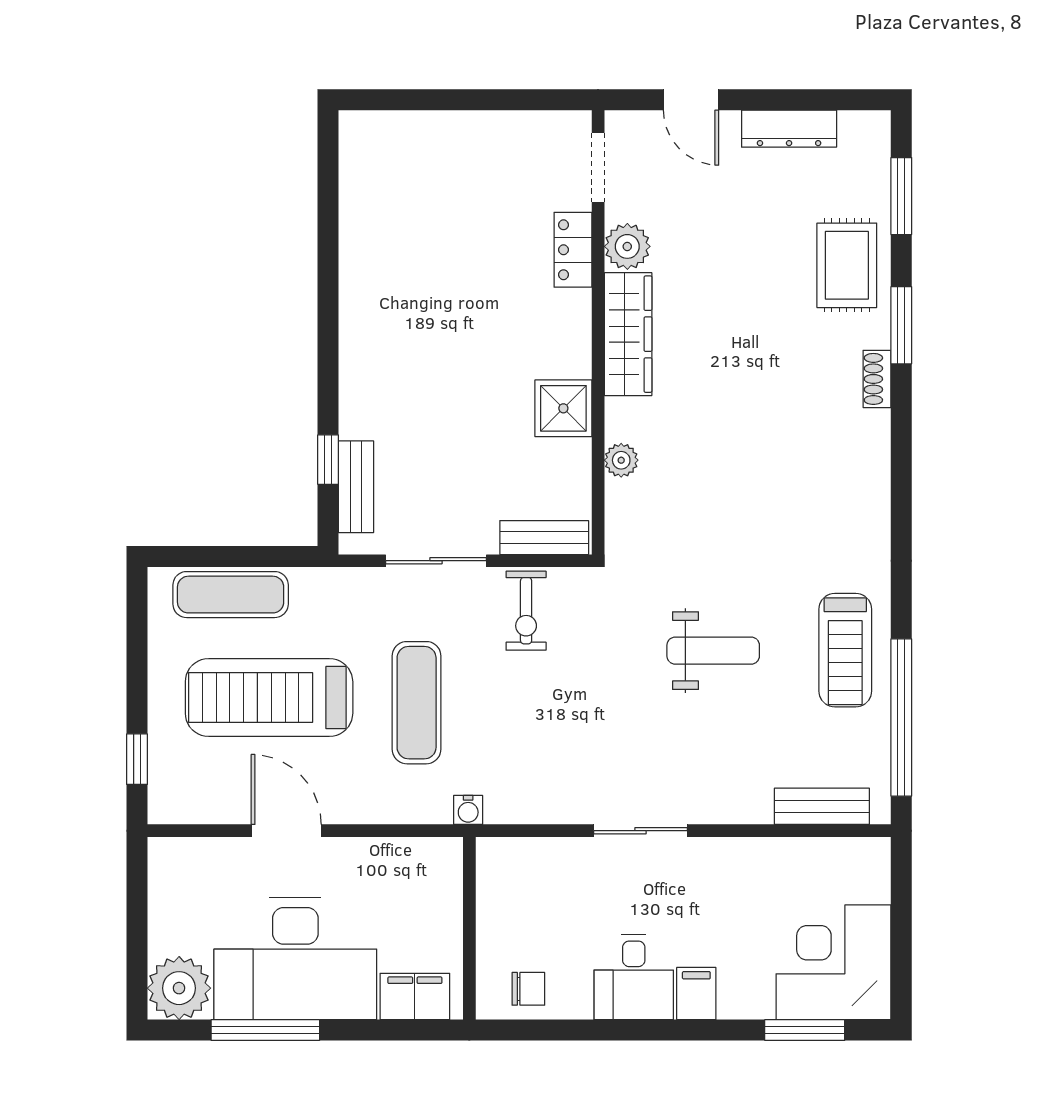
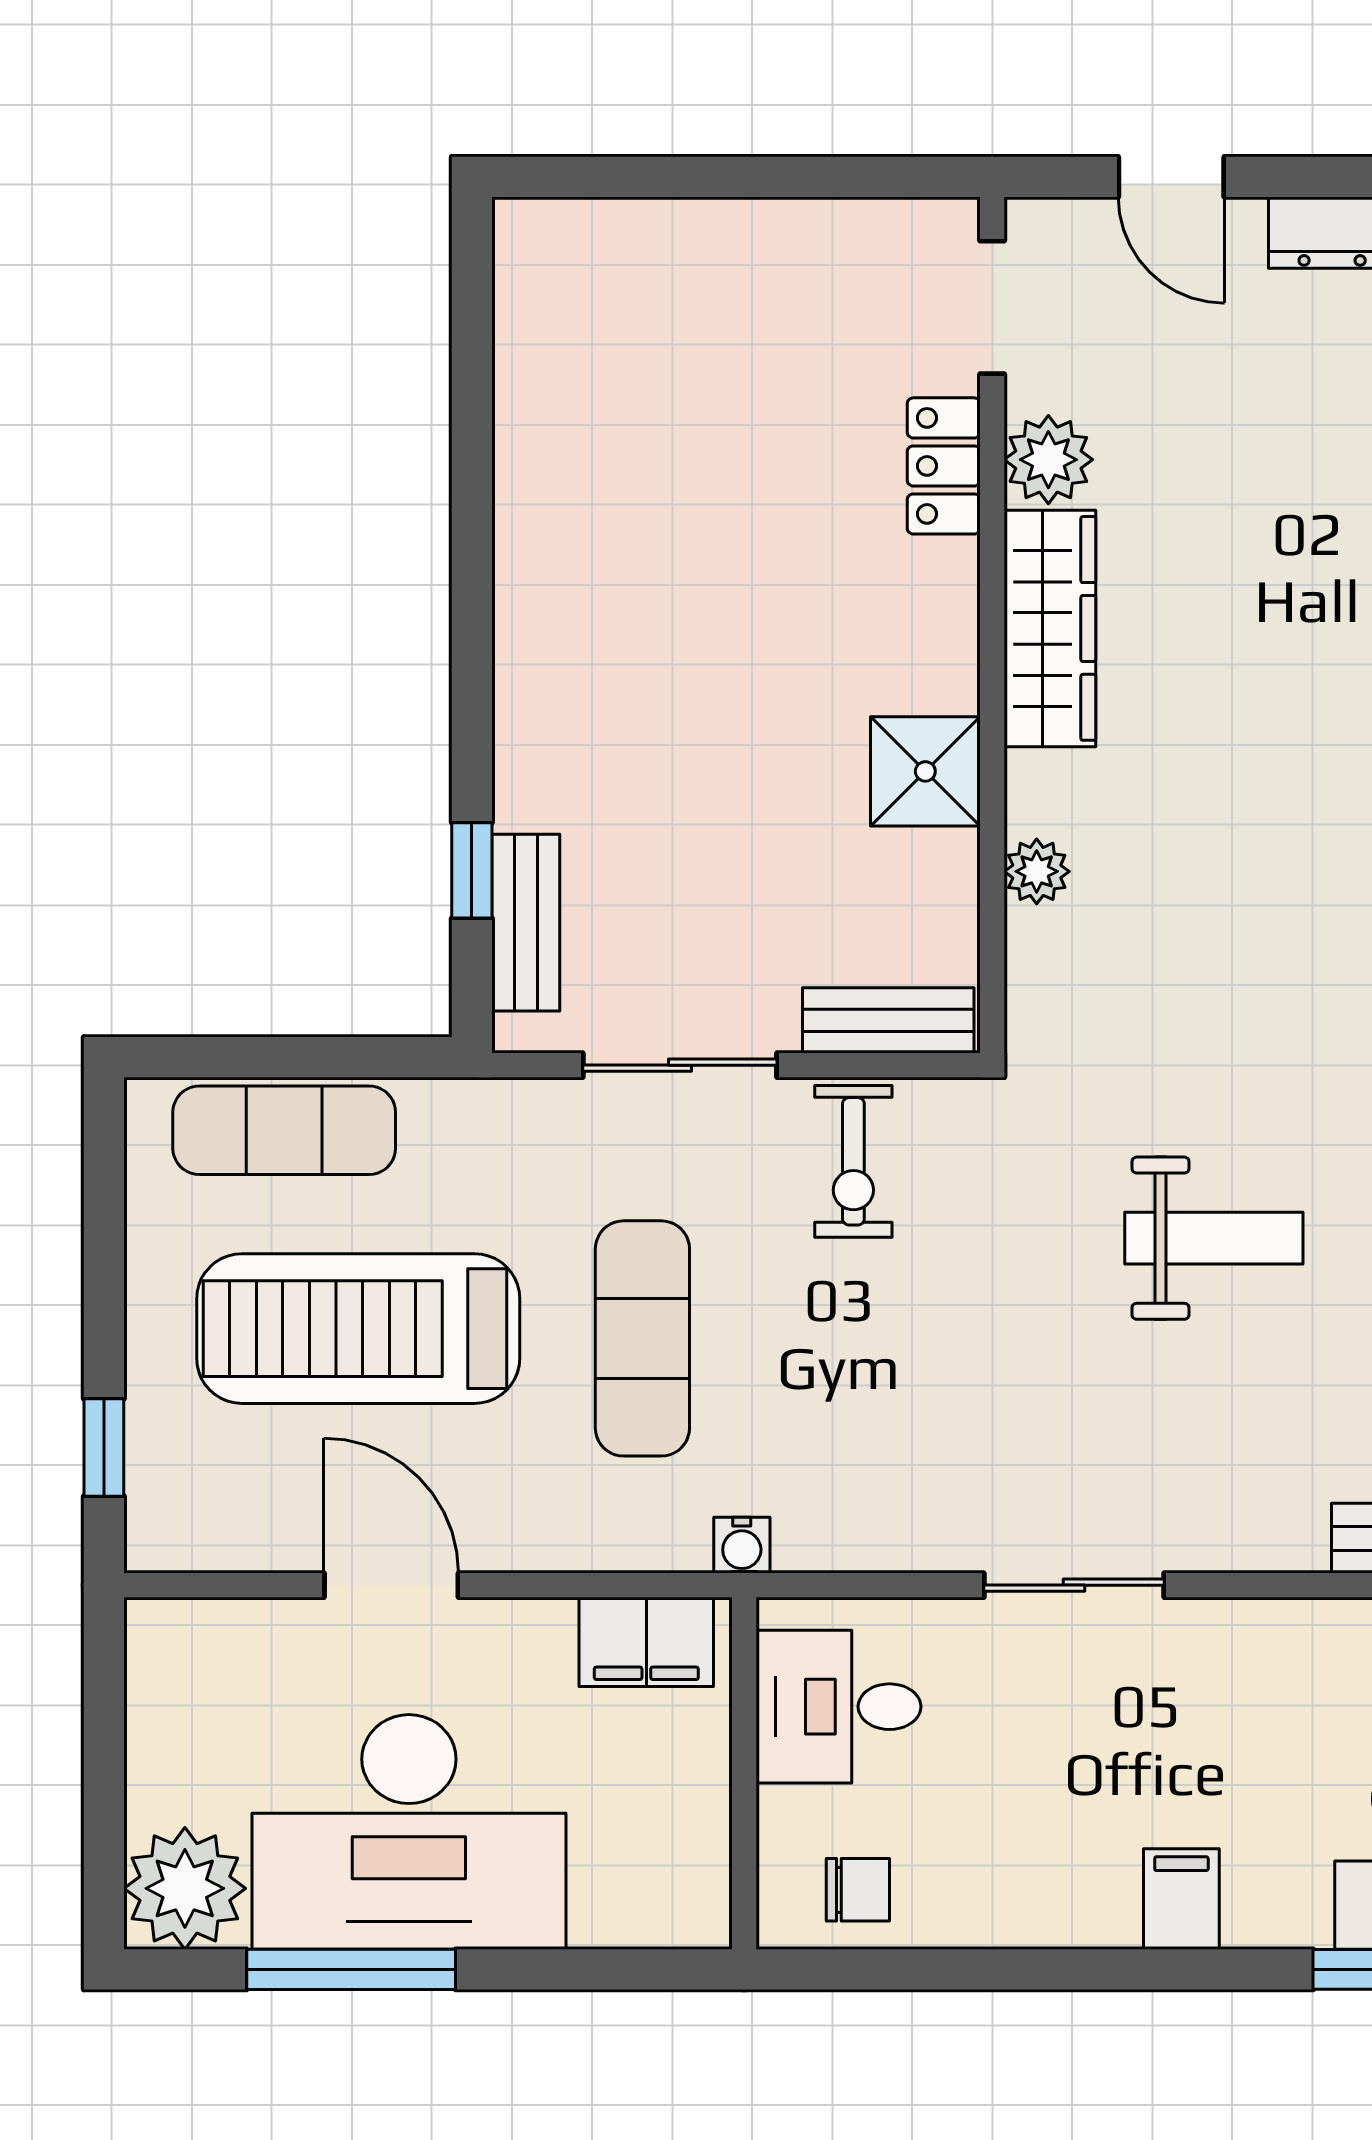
desk: (634, 977) -> (838, 1707), moved, turned 90
filing cabinet: (415, 996) -> (646, 1642), moved, turned 180

